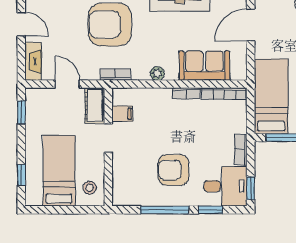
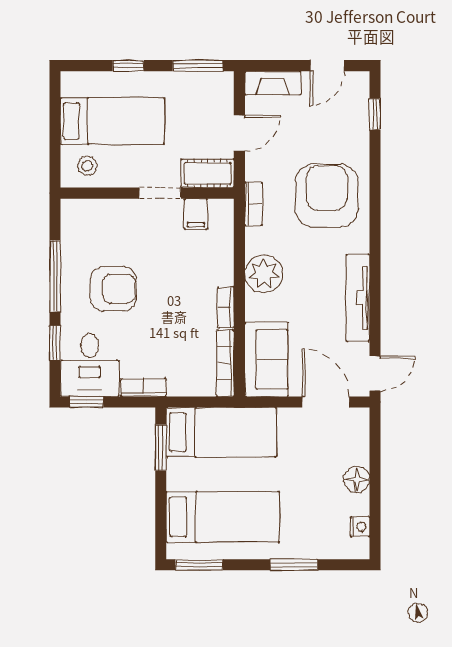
sofa: (204, 66) -> (266, 359), moved
plant: (157, 73) -> (264, 274), width x1.87, depth x1.87
window: (21, 112) -> (198, 66), width x1.50
armchair: (173, 170) -> (113, 289), turned 90
window: (21, 175) -> (128, 66), moved

